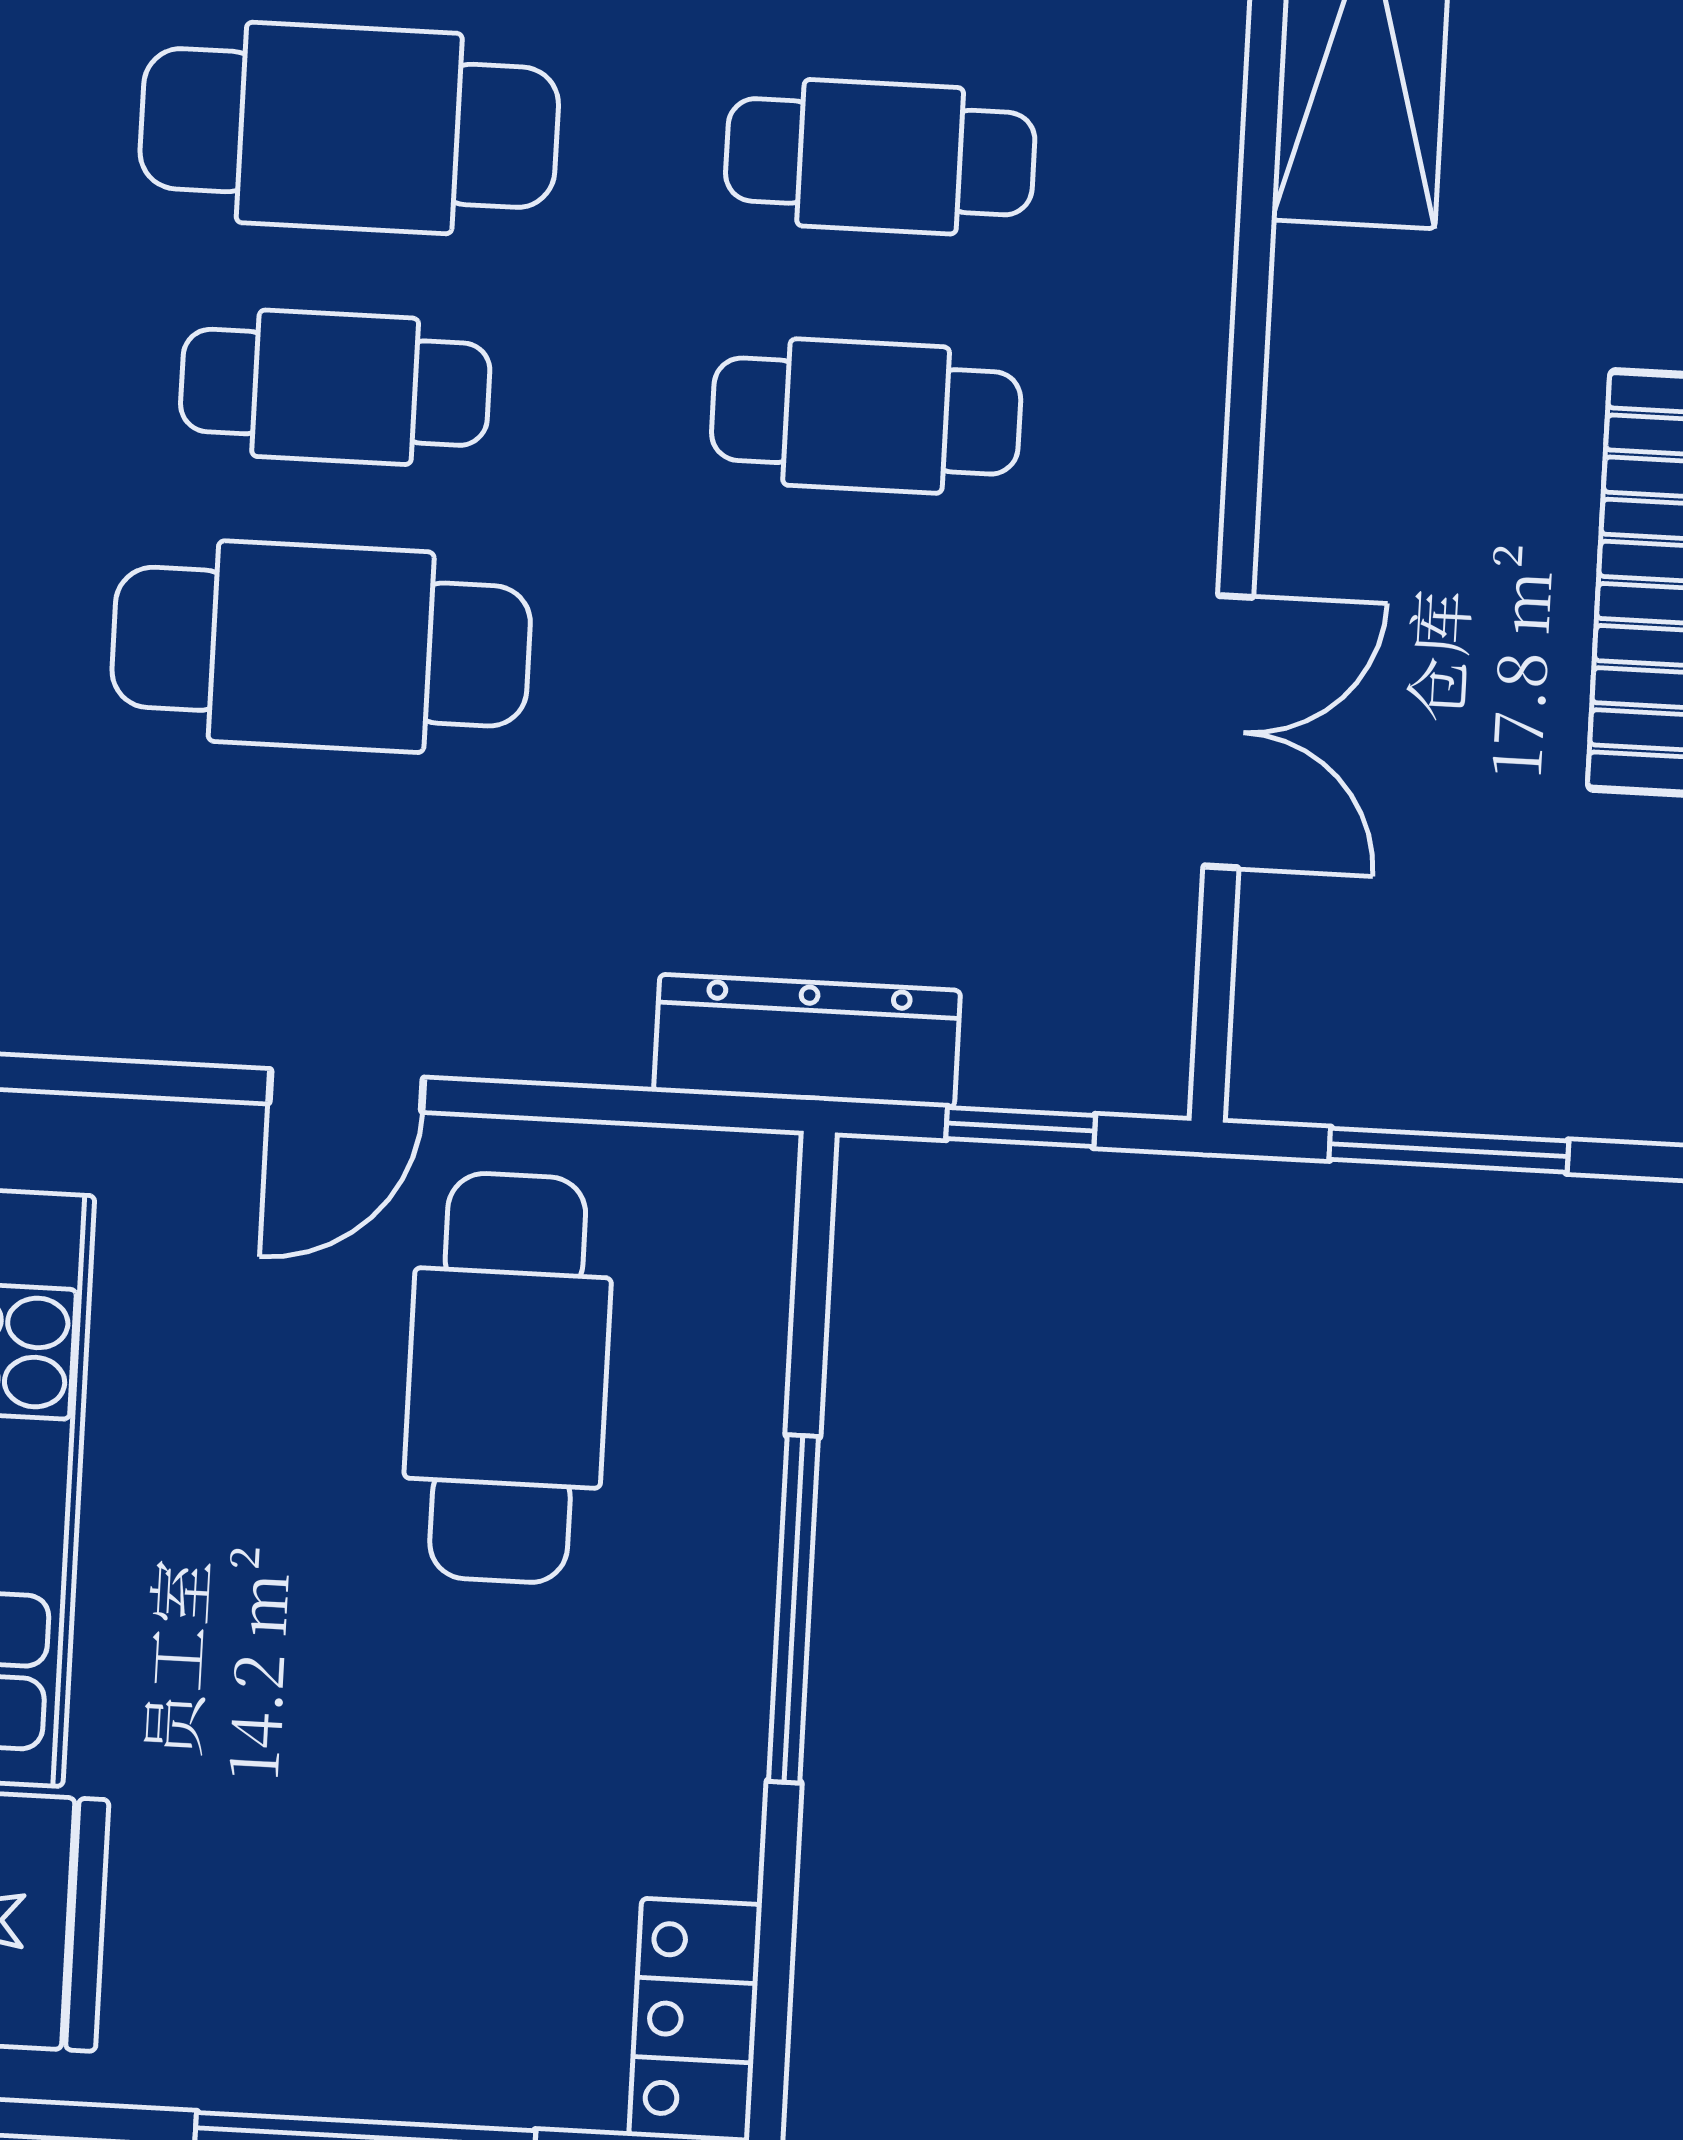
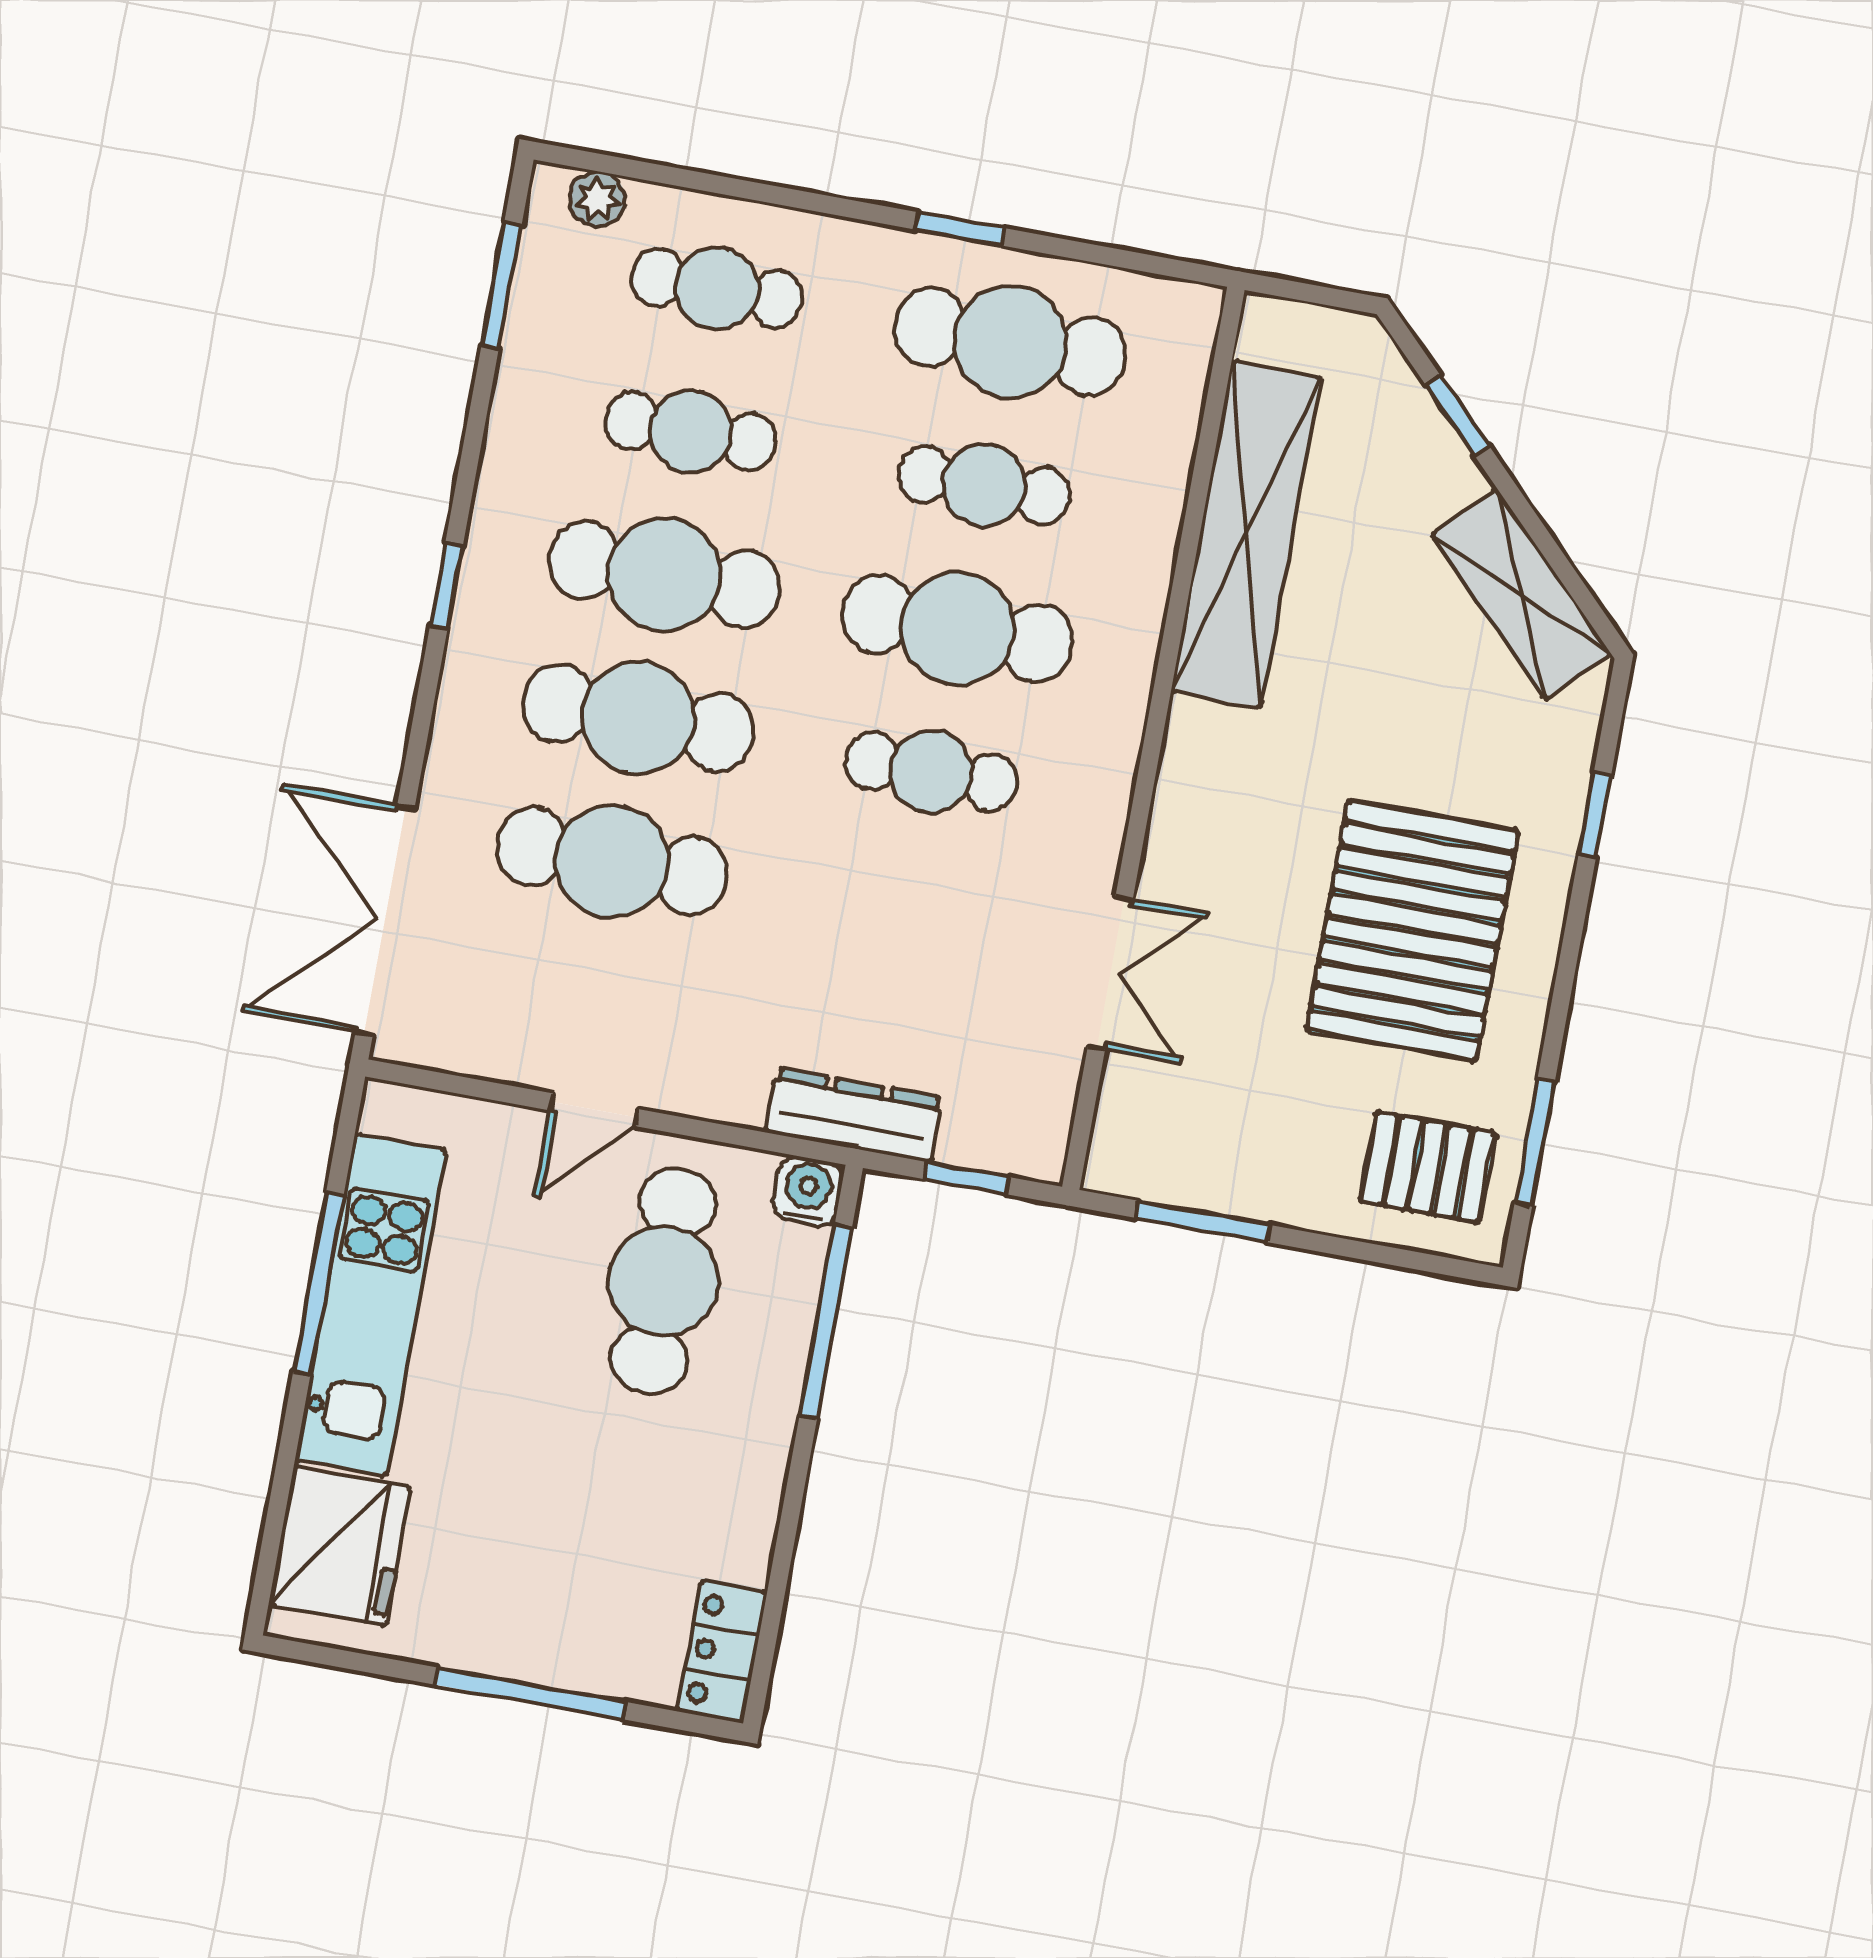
cafe table: (880, 157) -> (958, 628), width x1.37, depth x1.35
cafe table: (335, 387) -> (638, 718), width x1.37, depth x1.35
water cooler: (743, 1186) -> (808, 1191), added
window: (793, 1609) -> (826, 1322), moved

